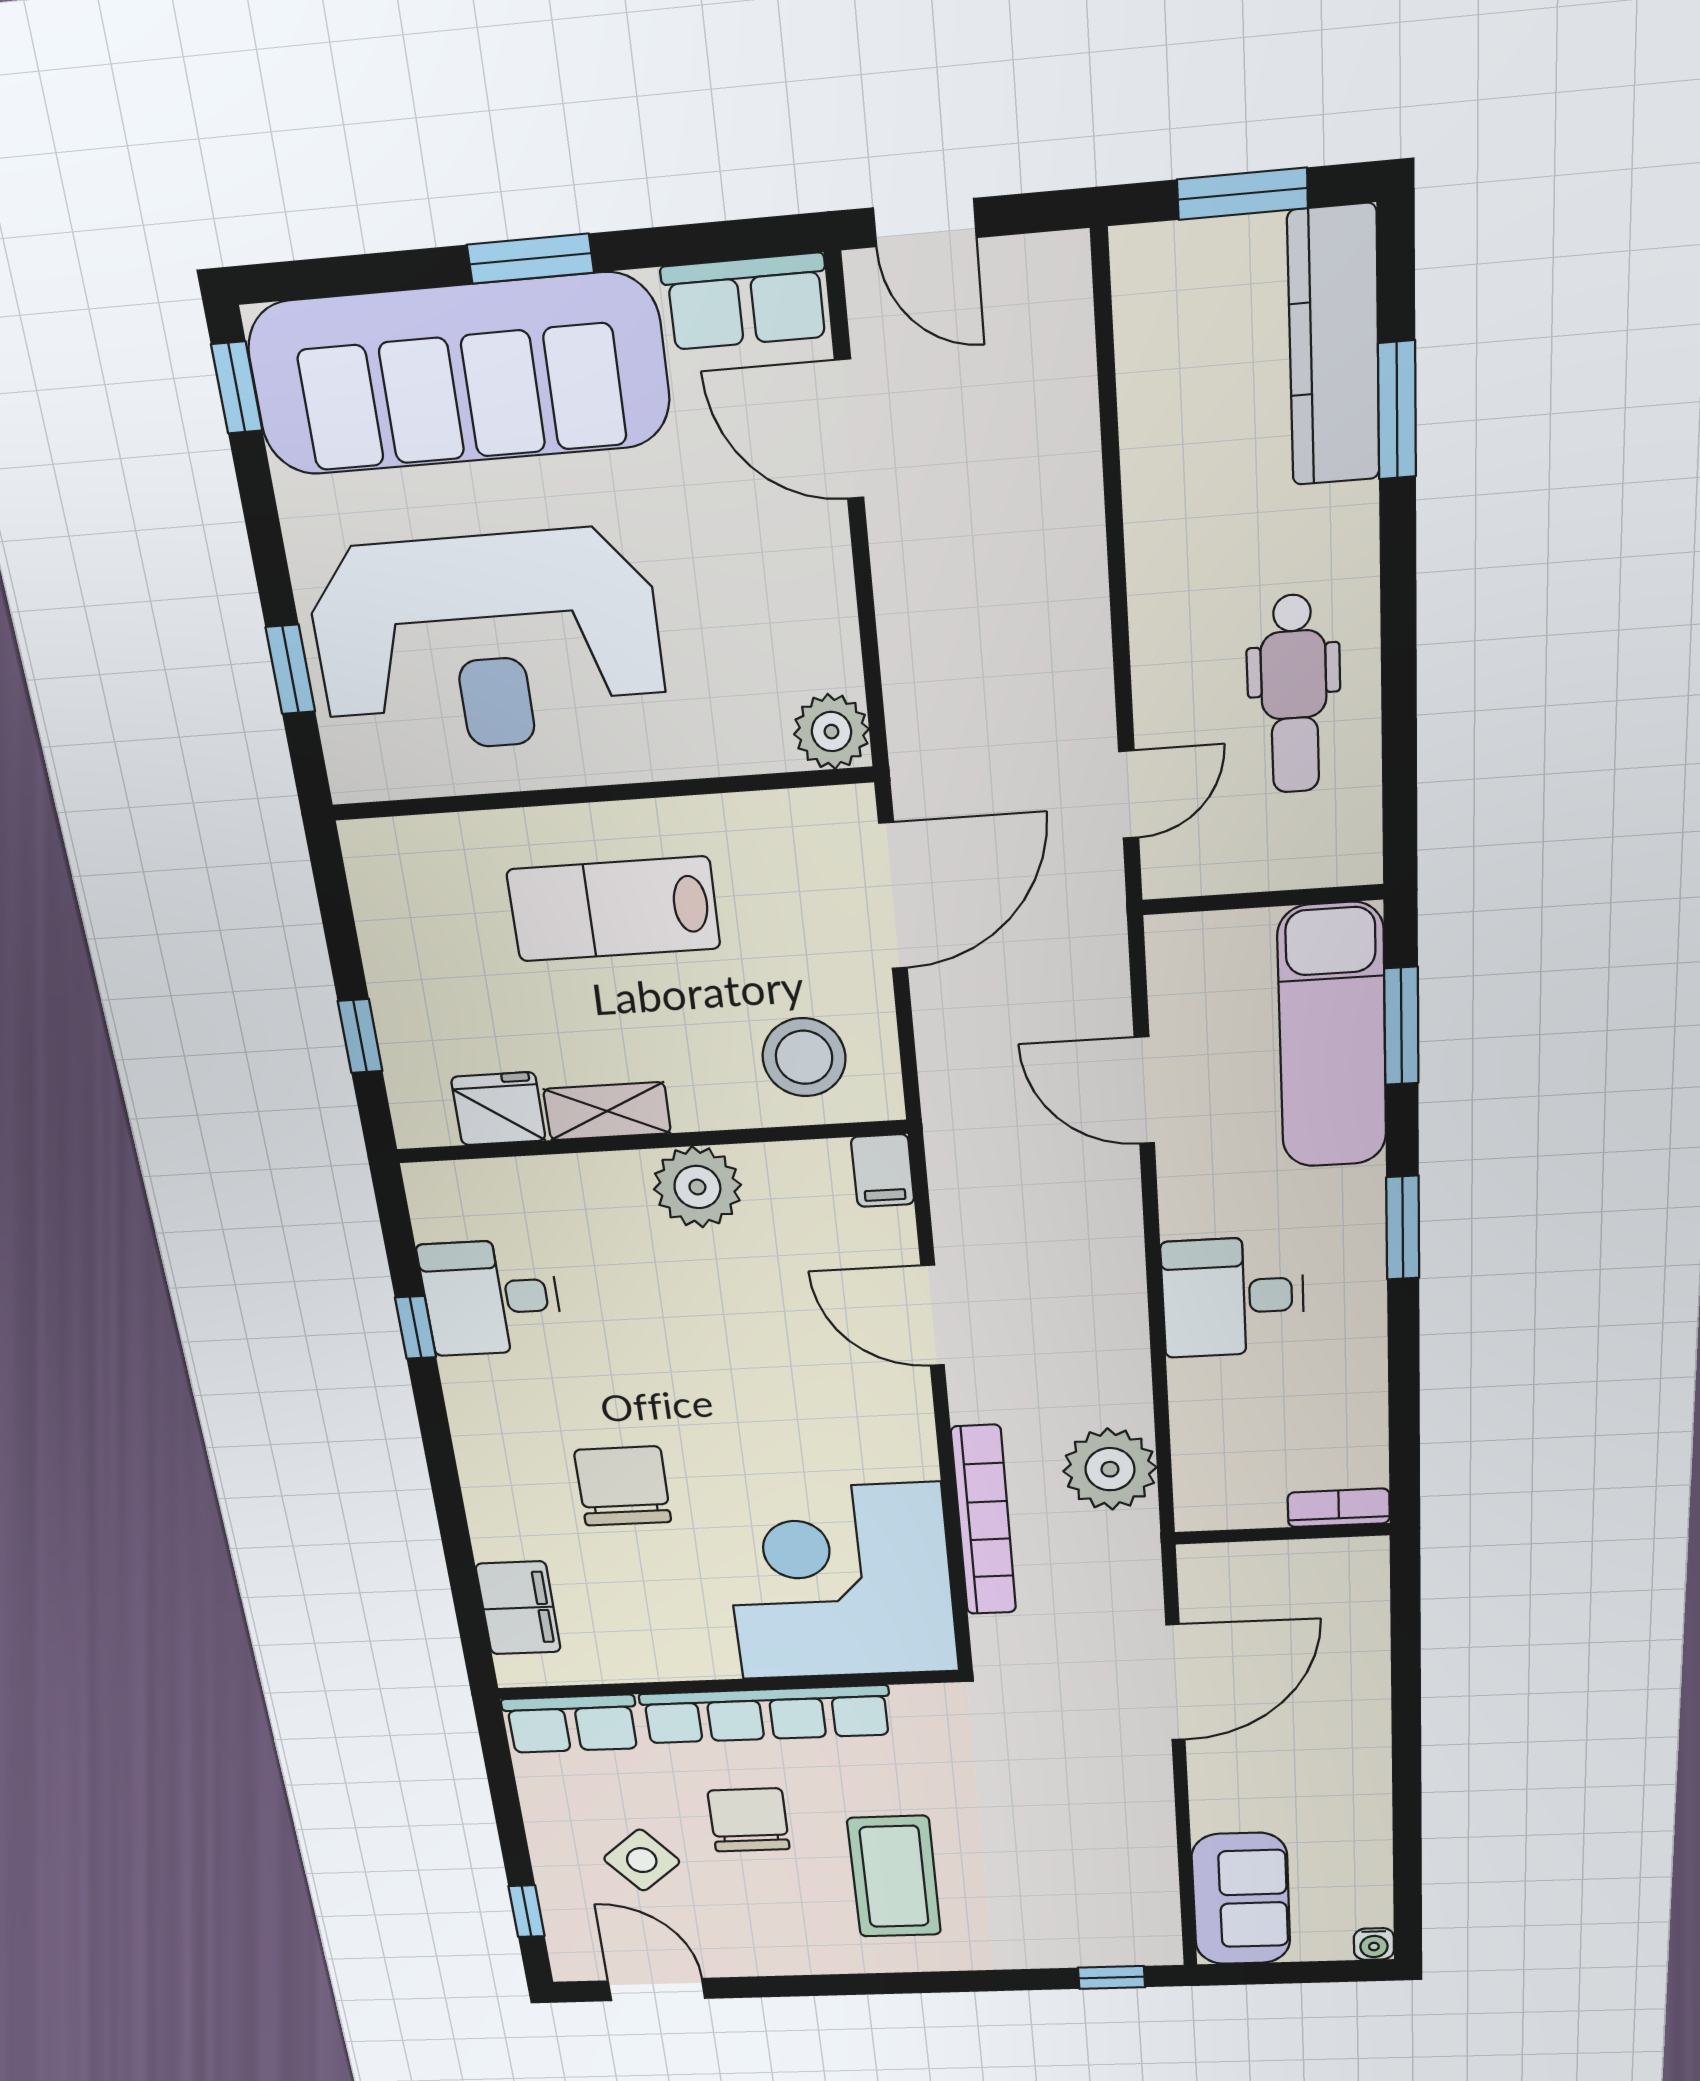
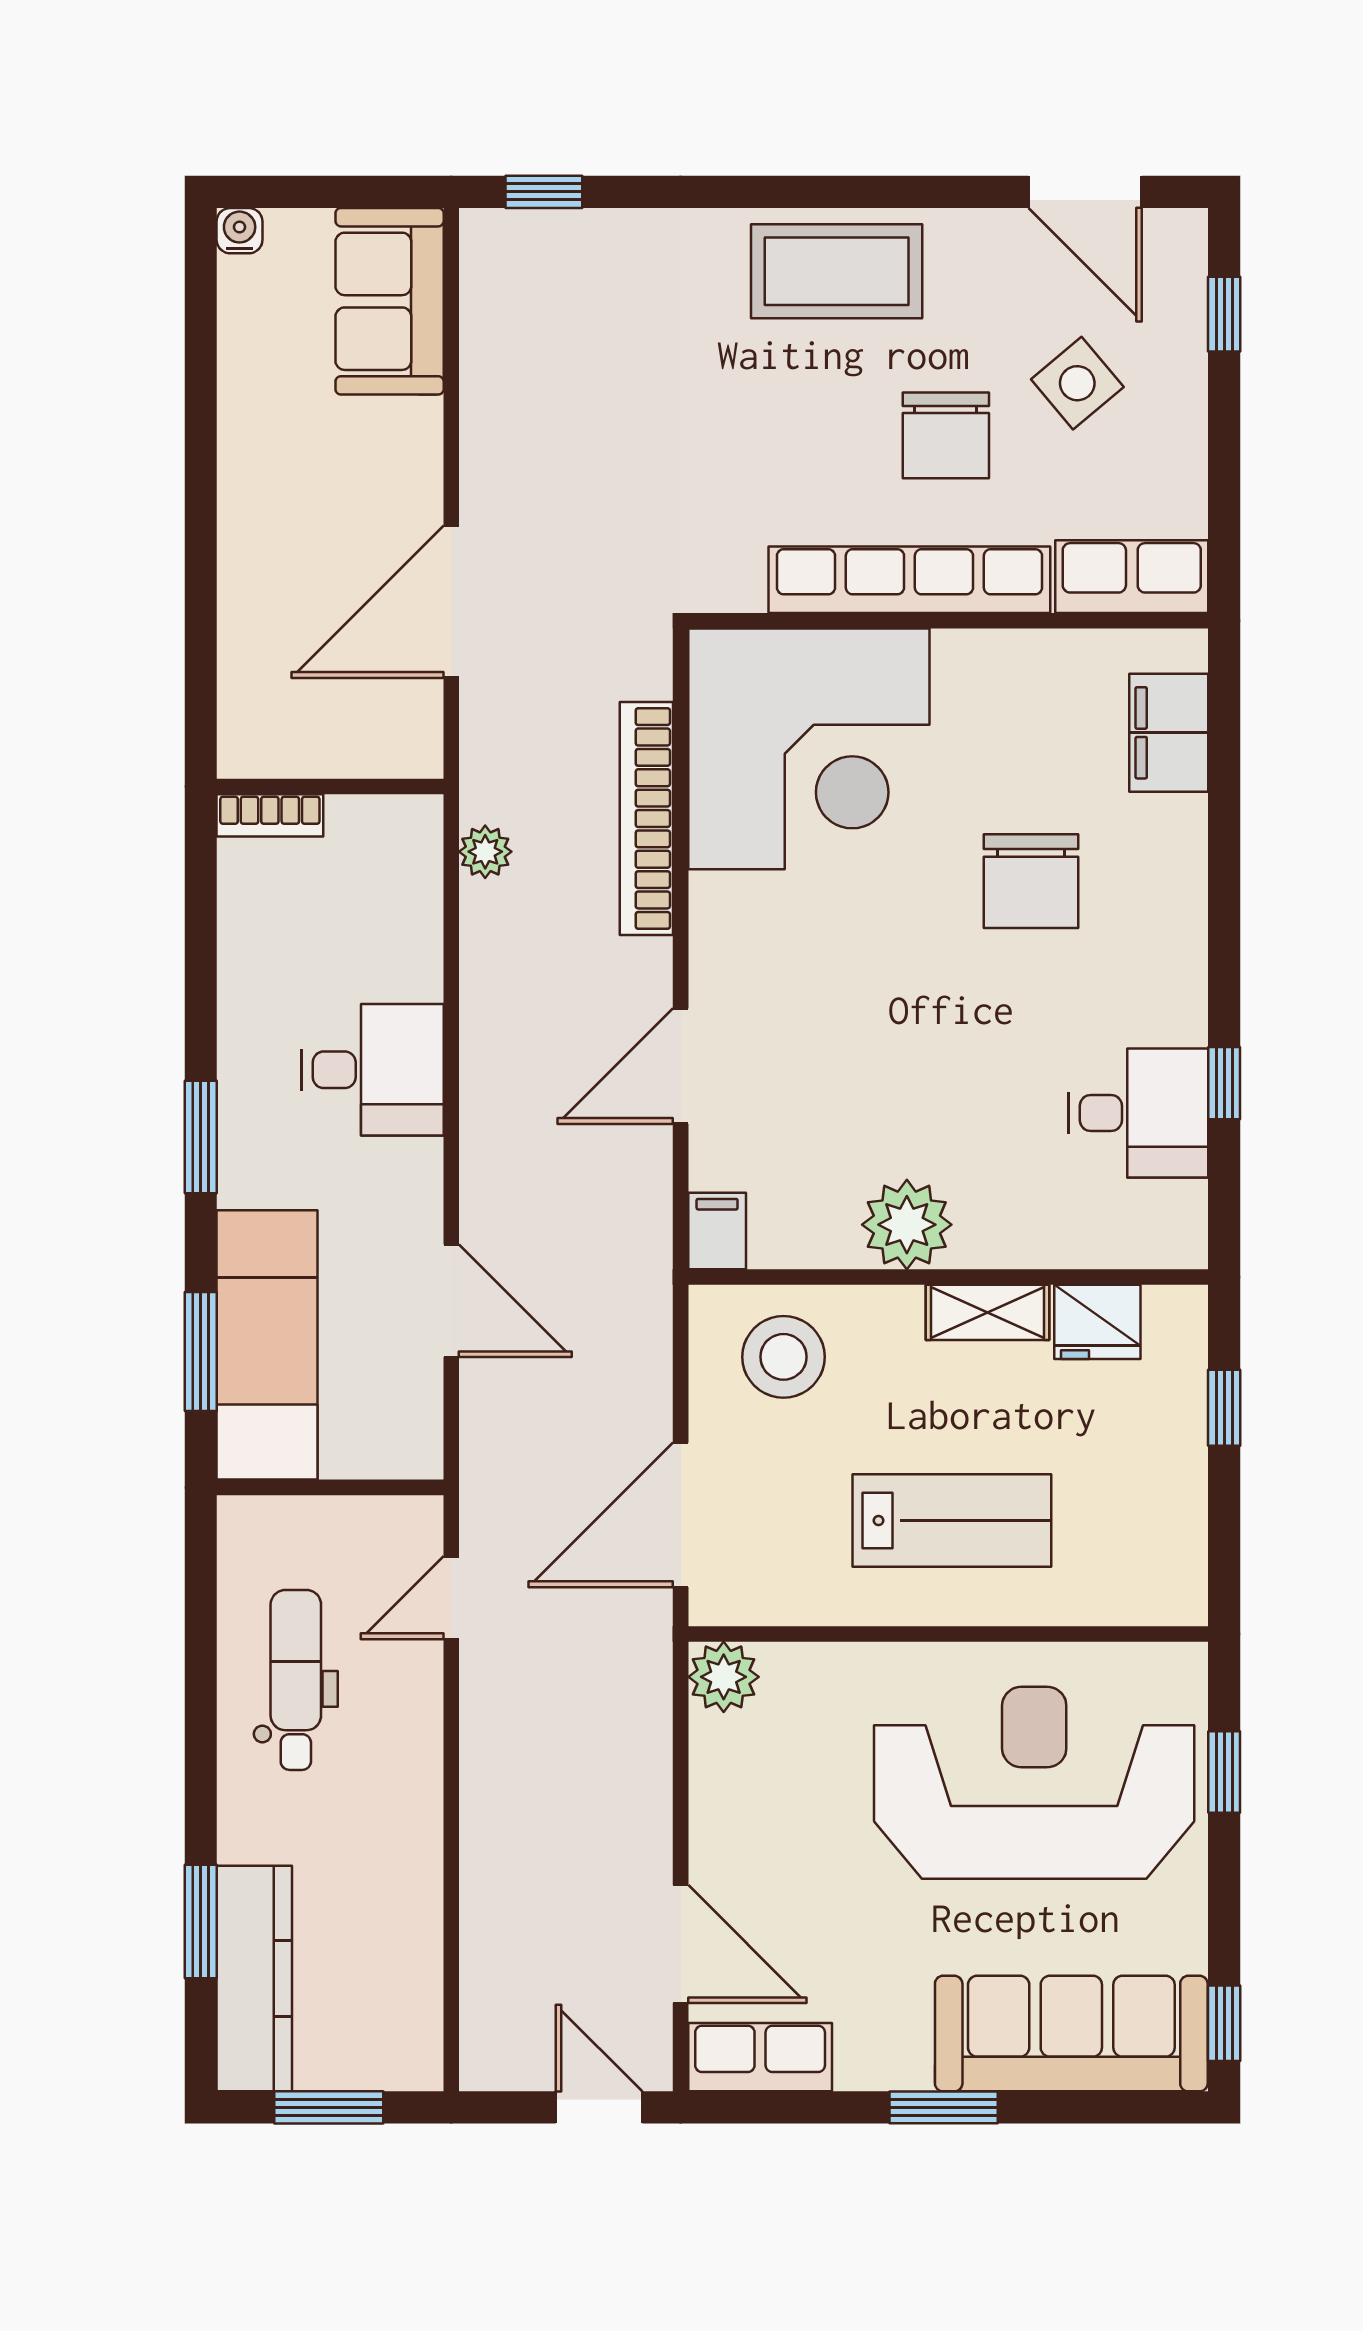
sofa: (459, 375) -> (1071, 2034), width x0.74, depth x0.79
door: (933, 1316) -> (681, 1066), swing flipped
plant: (1110, 1469) -> (485, 852), width x0.53, depth x0.53
coffee table: (894, 1877) -> (837, 271), moved, turned 90

